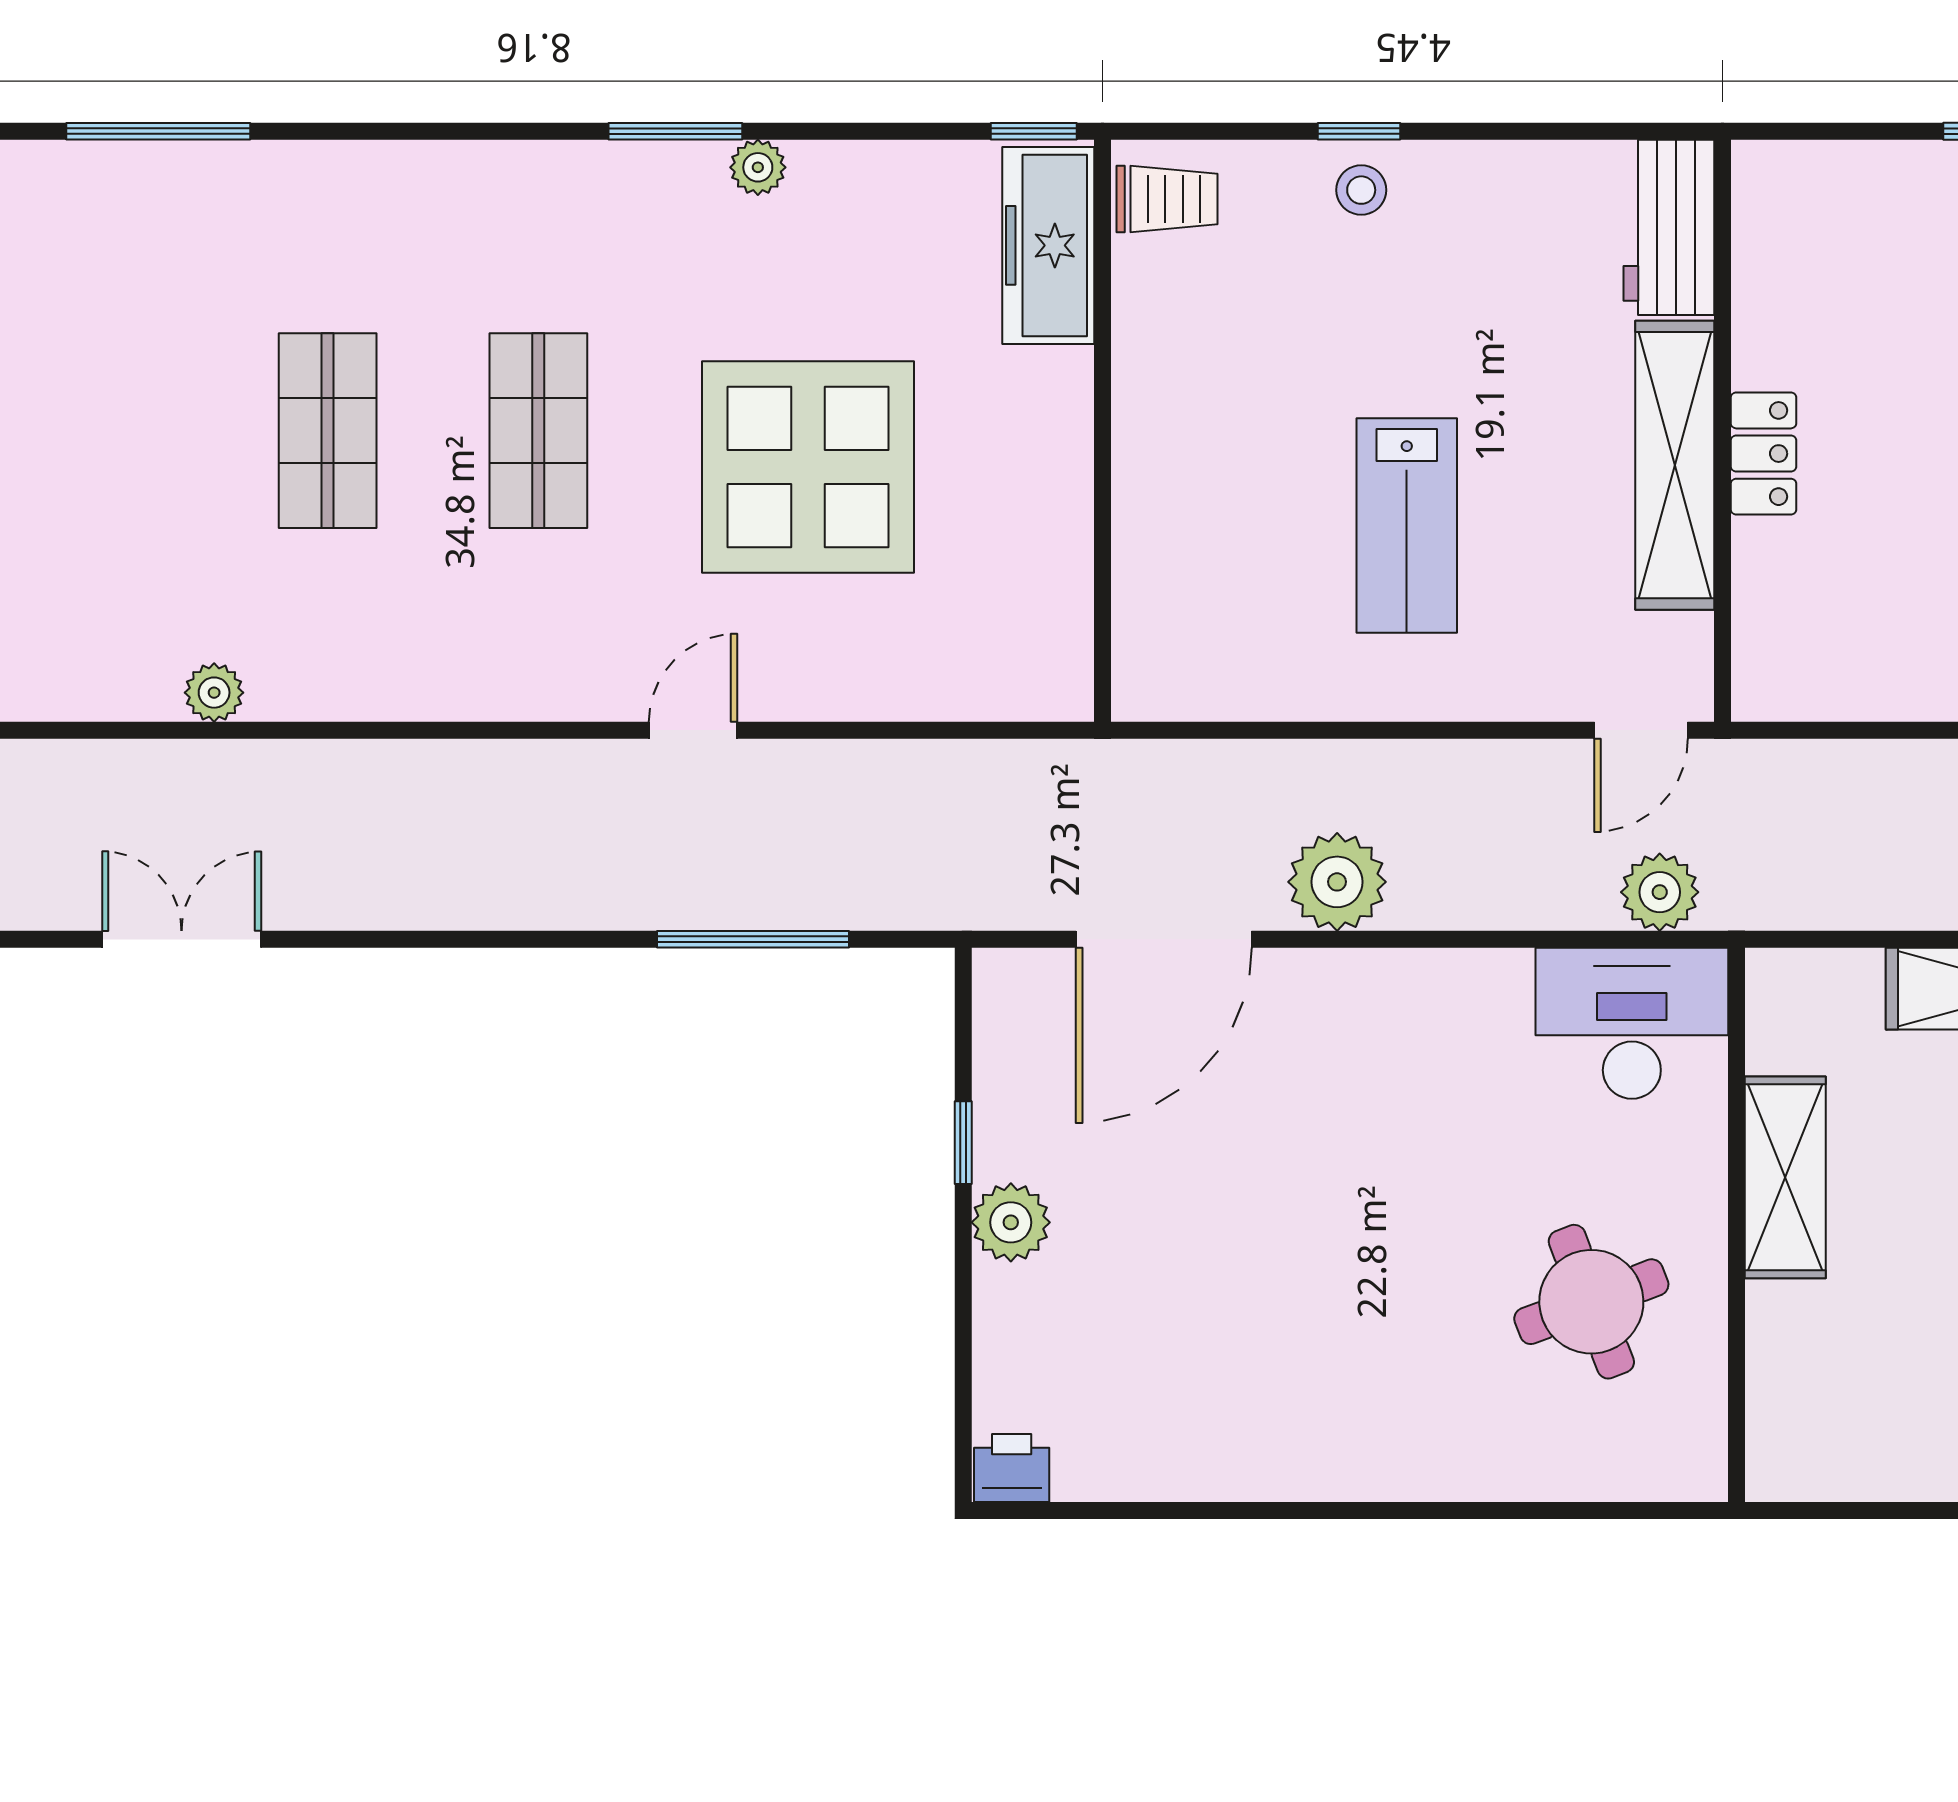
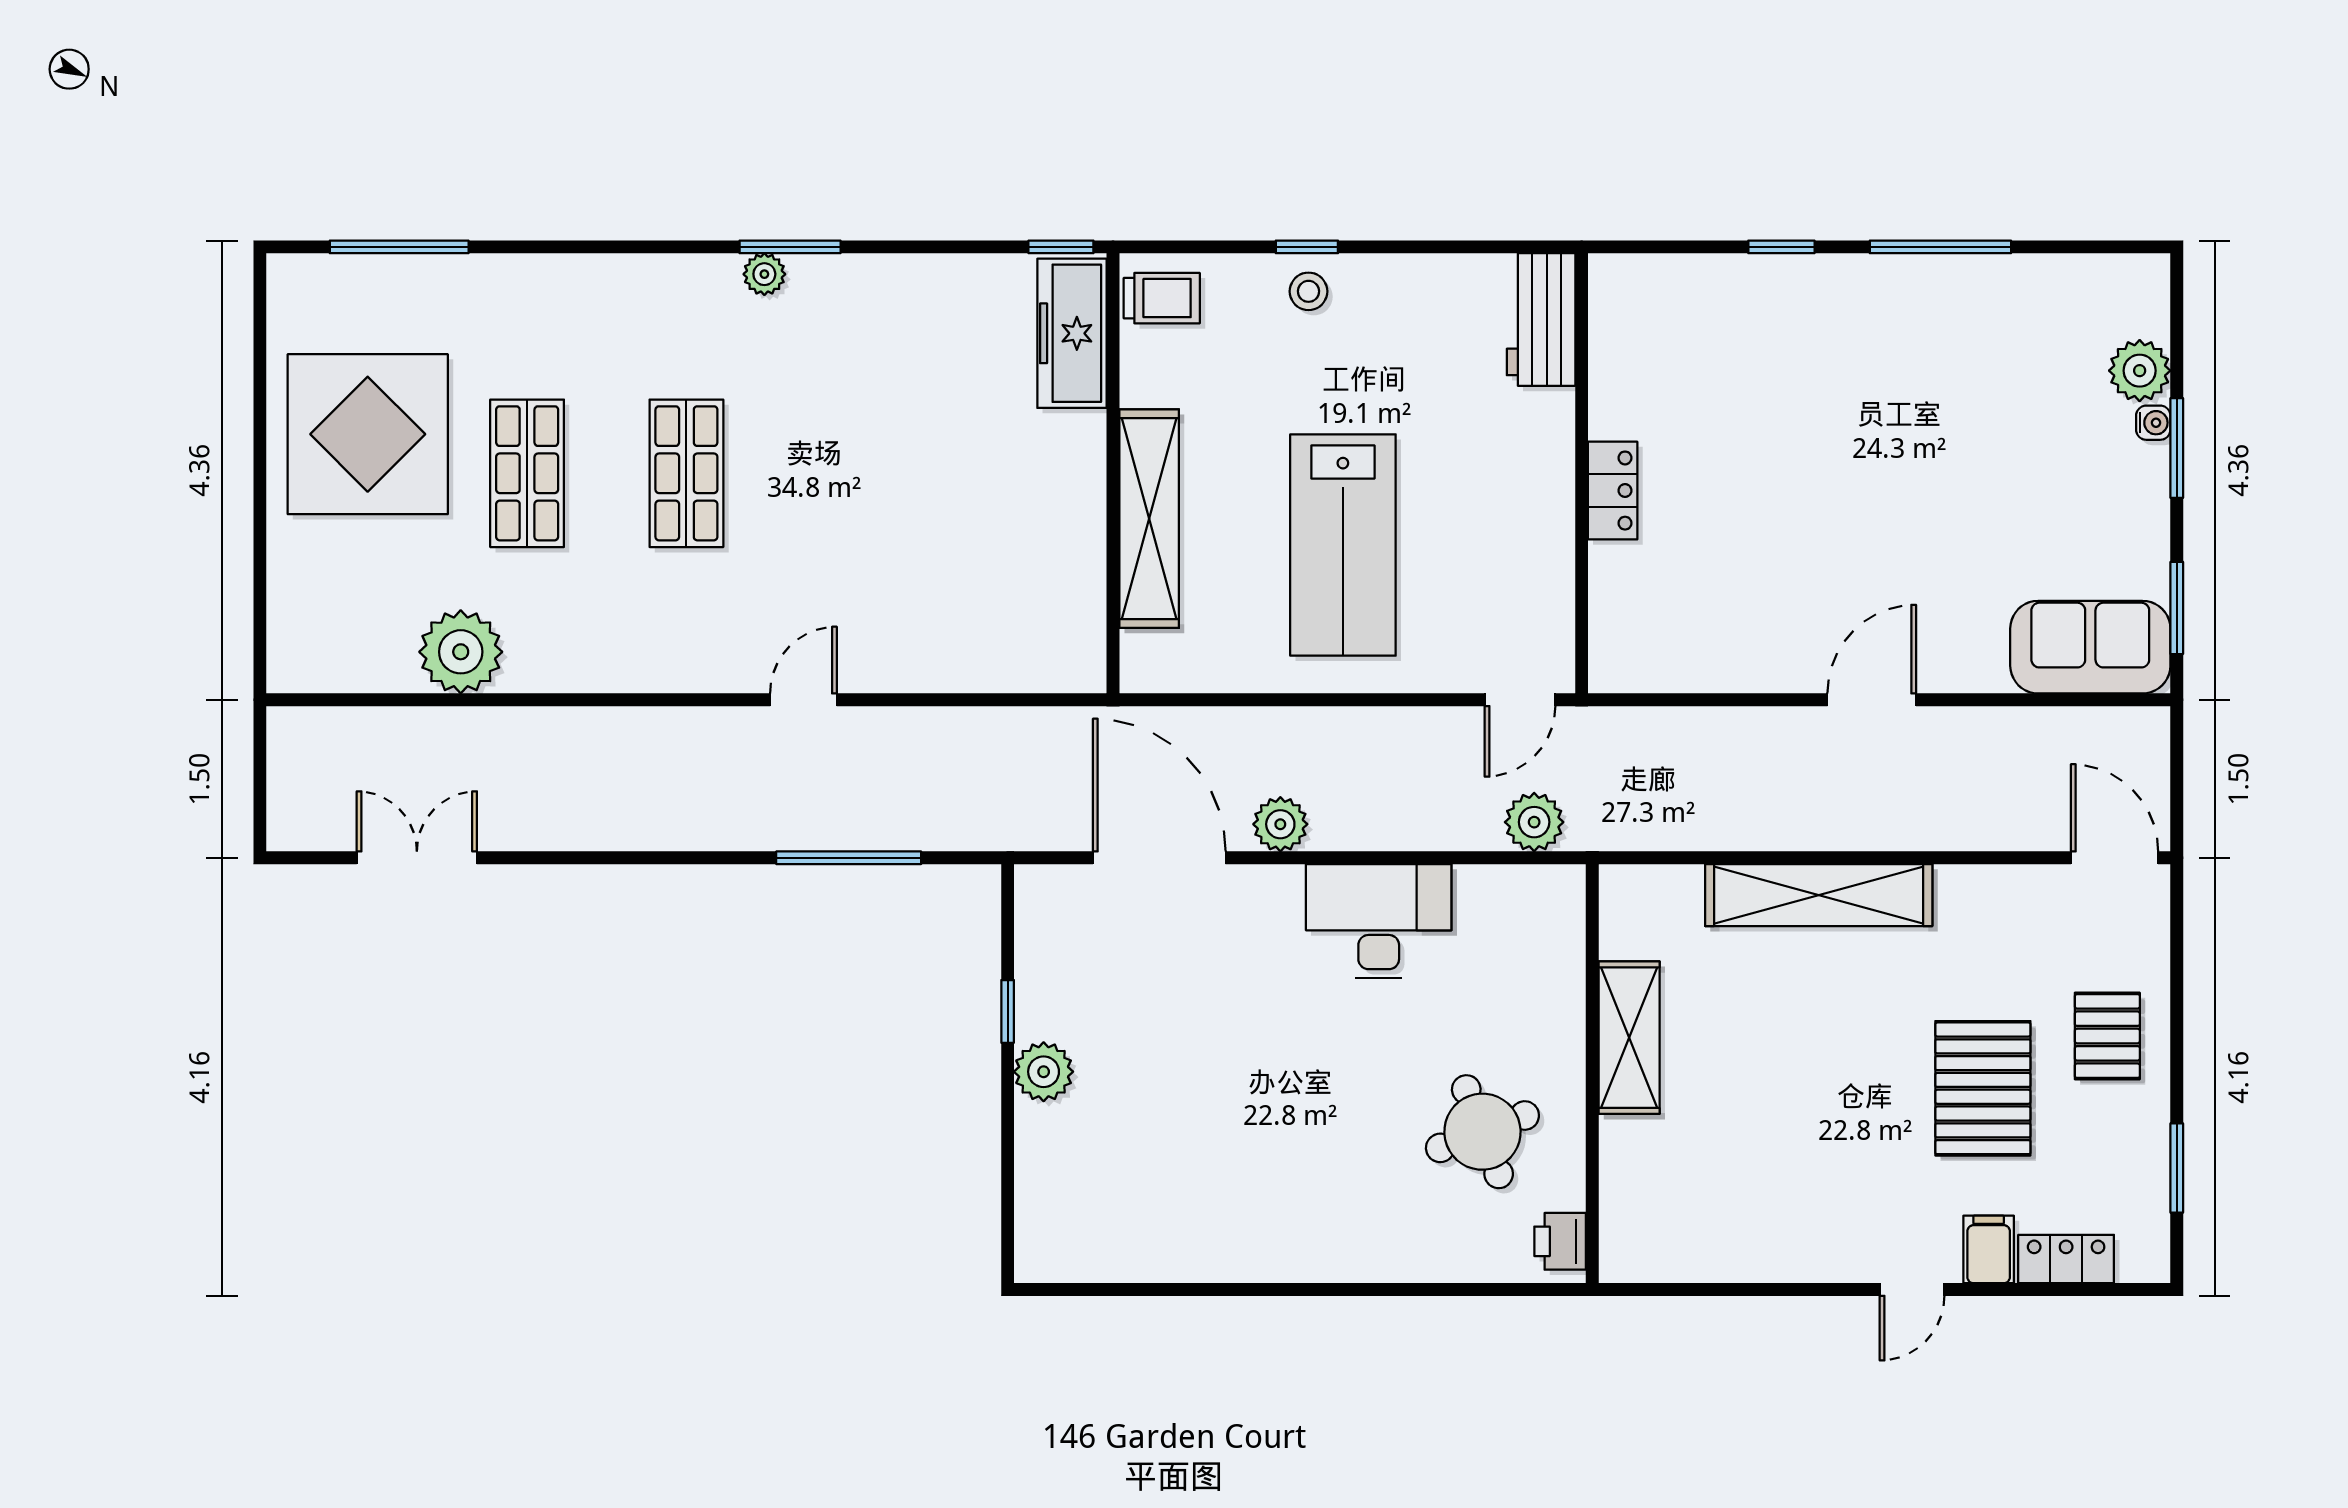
plant: (758, 167) -> (764, 274), moved
shelving: (1675, 465) -> (1149, 519), moved
display table: (808, 467) -> (368, 434), moved
lab bench: (1407, 526) -> (1343, 545), width x1.36, depth x1.39
plant: (214, 693) -> (461, 652), width x1.87, depth x1.87
plant: (1337, 882) -> (1280, 824), width x0.73, depth x0.73
door: (1164, 939) -> (1159, 858), swing flipped
desk: (1632, 1023) -> (1379, 921), moved
printer: (1012, 1468) -> (1560, 1241), moved, turned -90

